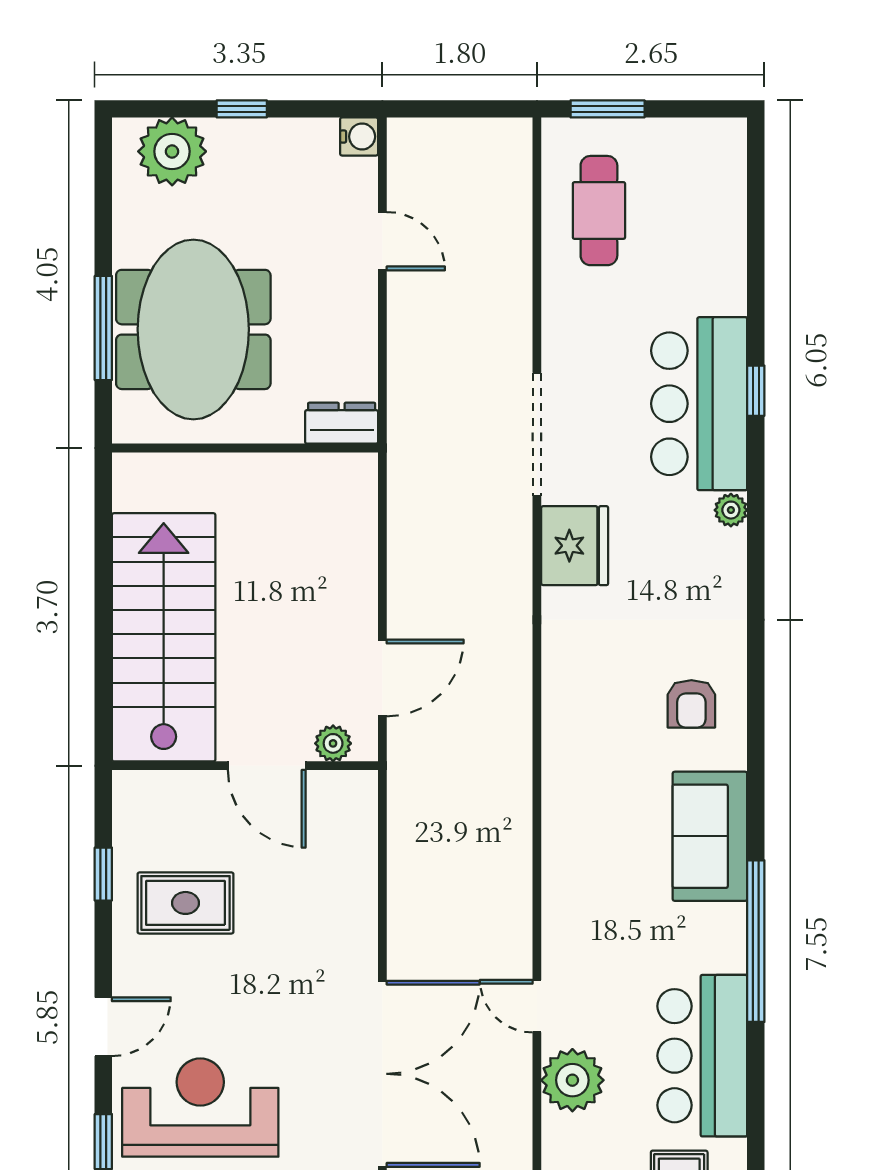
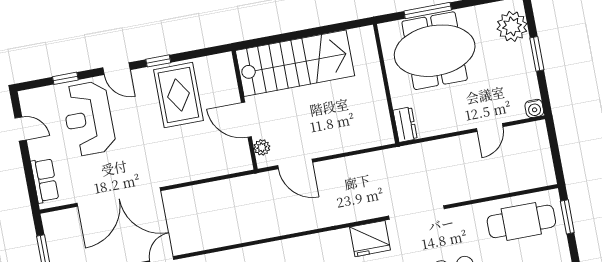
window: (242, 109) -> (537, 54), width x1.50
cafe table: (599, 211) -> (521, 221), width x1.37, depth x1.35
door: (267, 766) -> (246, 120), hinge flipped
window: (103, 874) -> (158, 61), moved
rug: (185, 903) -> (178, 95), width x1.36, depth x1.43
reception desk: (200, 1108) -> (89, 119), turned 180

